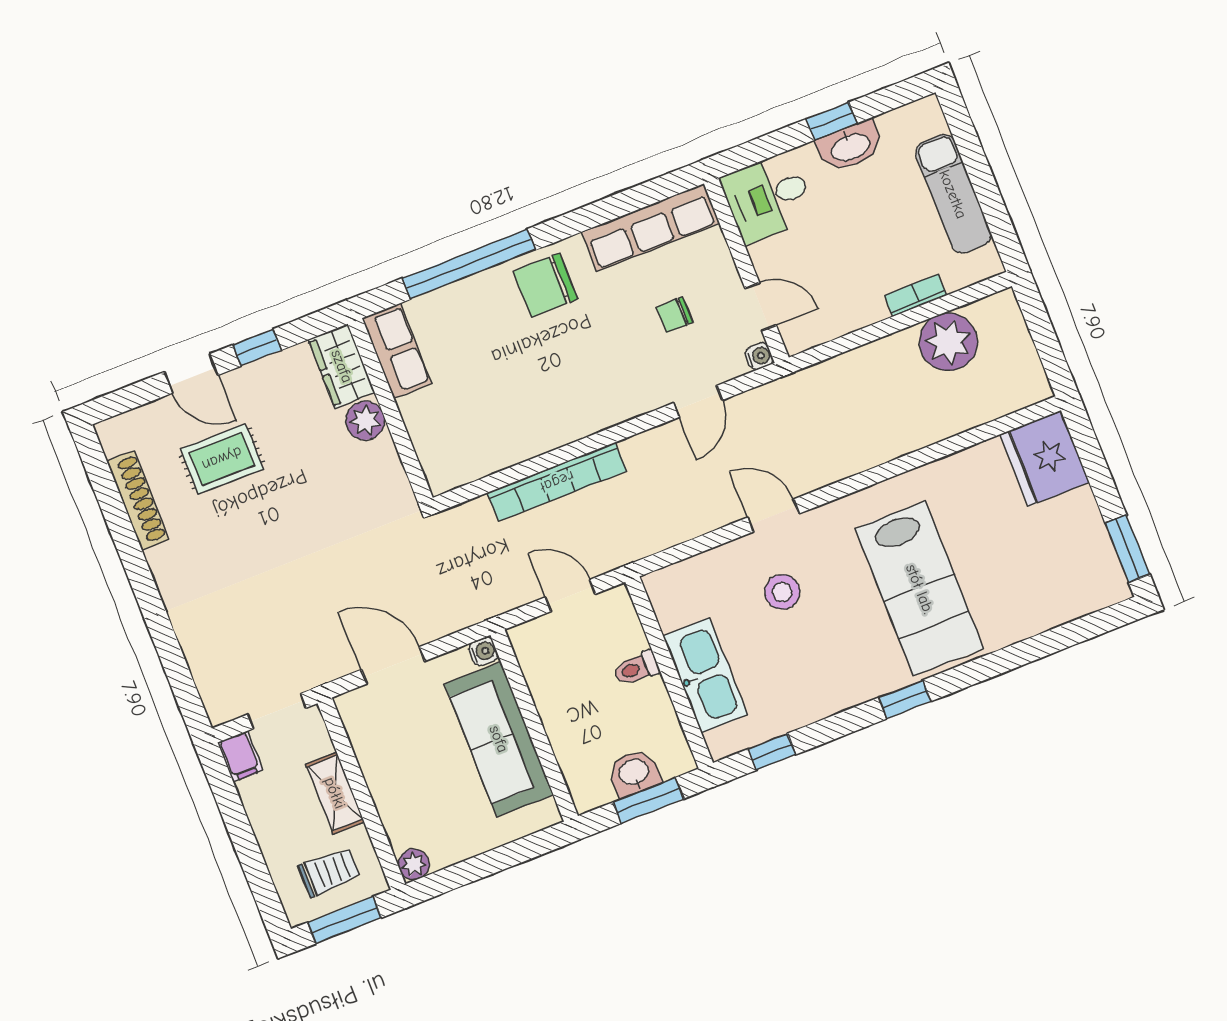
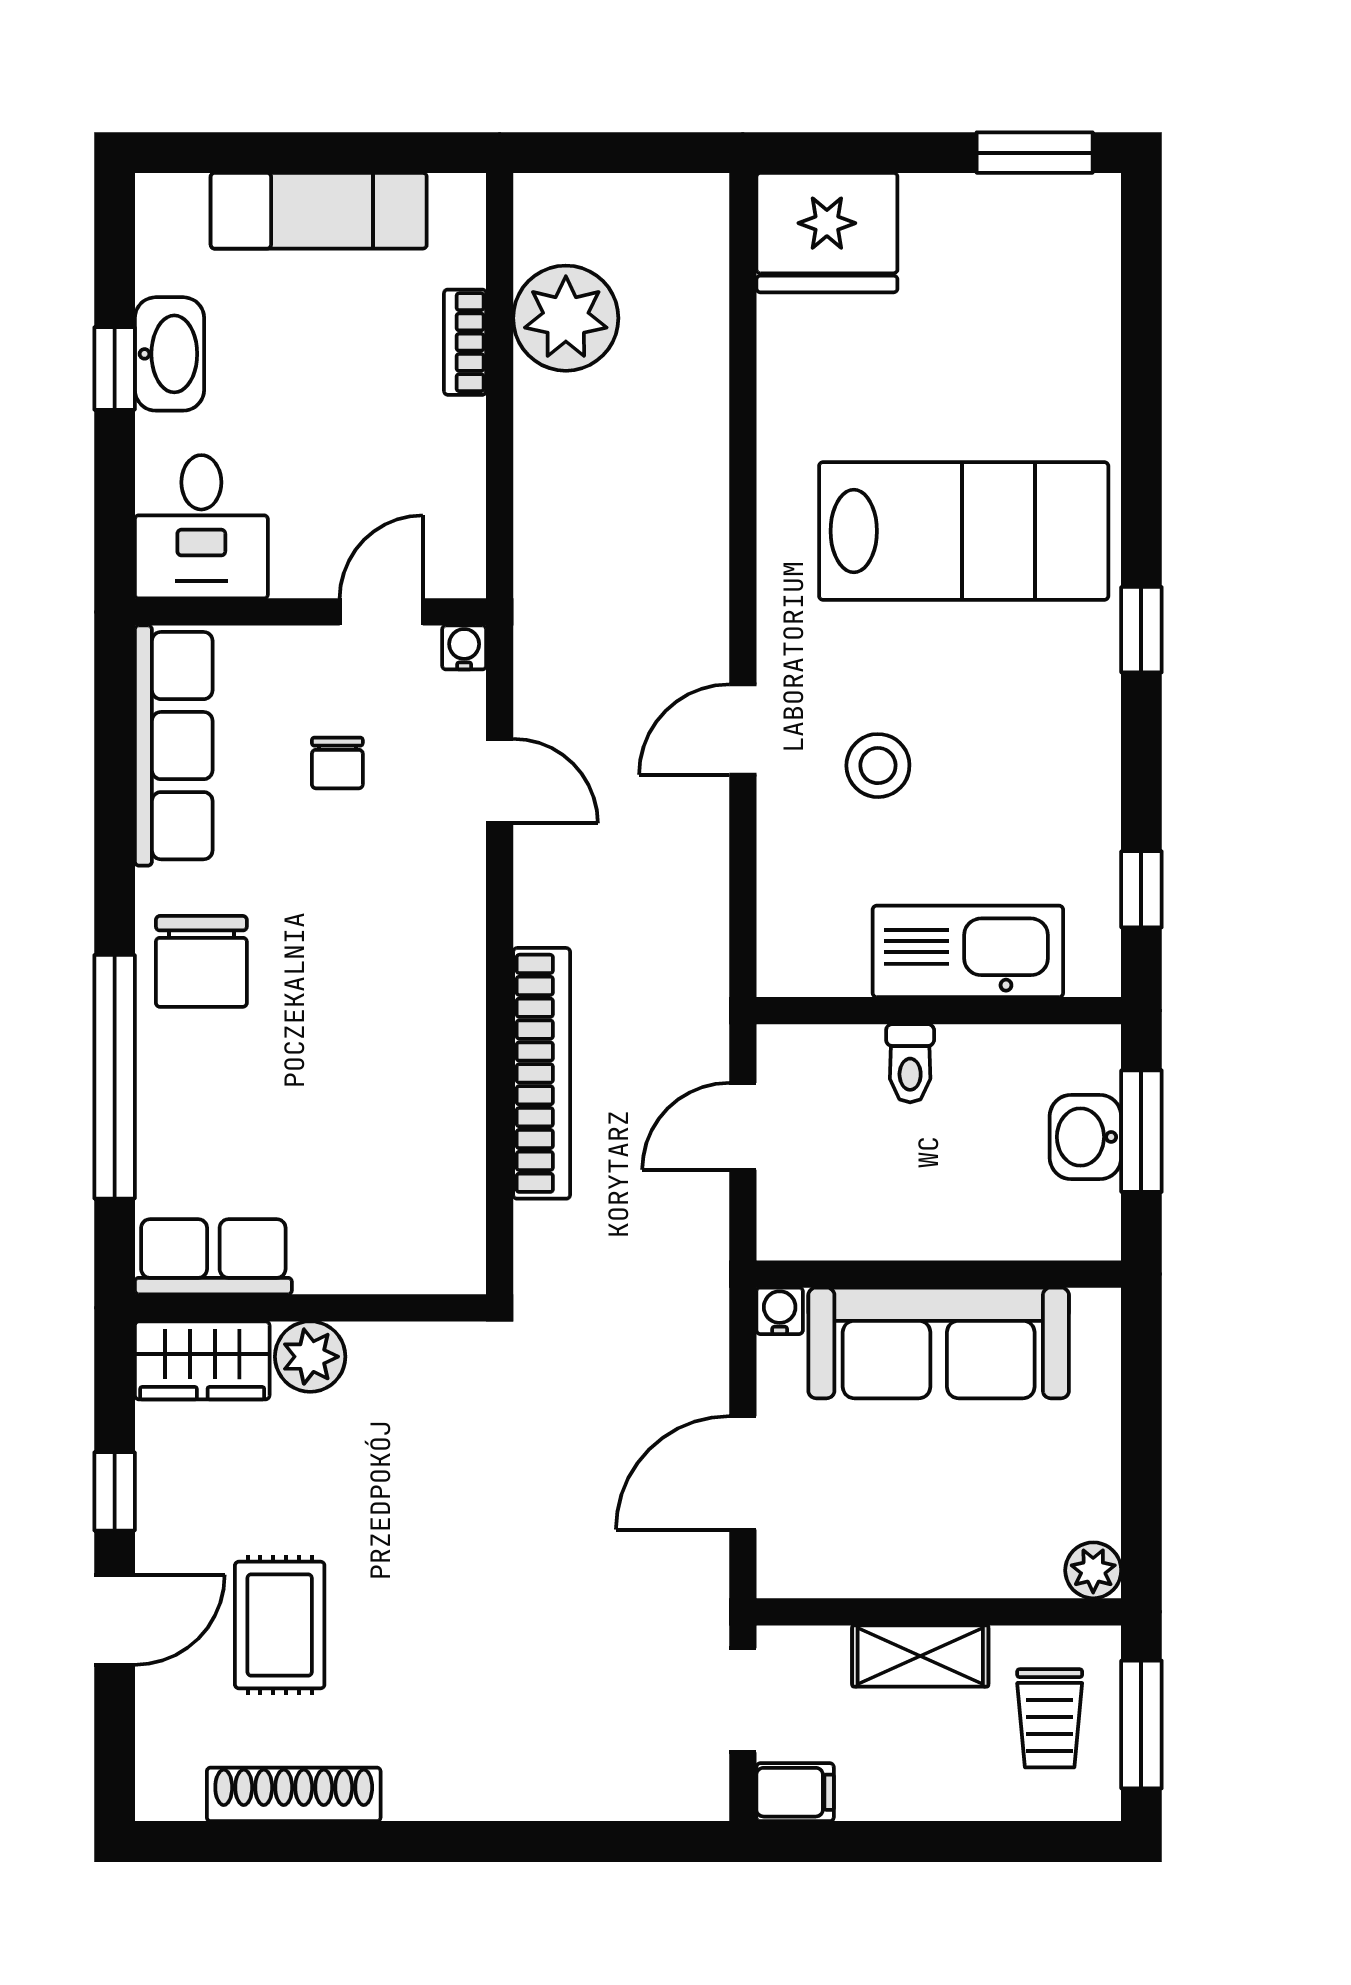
trolley: (329, 872) -> (1050, 1718), turned 180

